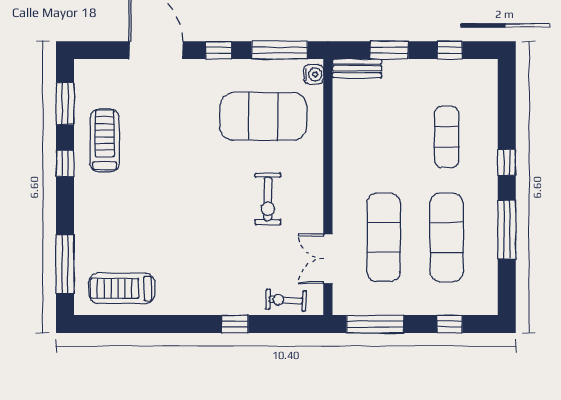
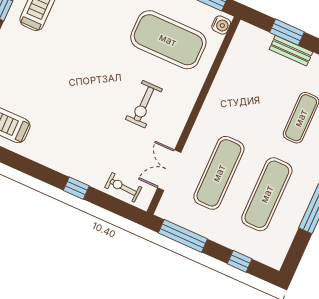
bench: (357, 68) -> (291, 51), moved

